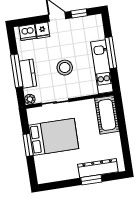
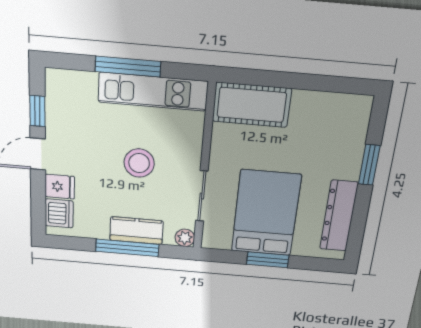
dresser: (98, 168) -> (339, 216), moved

